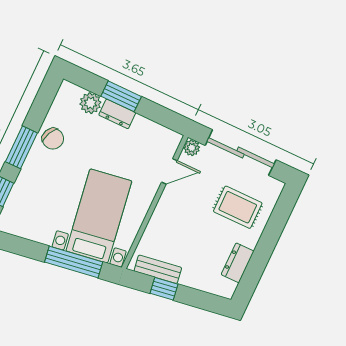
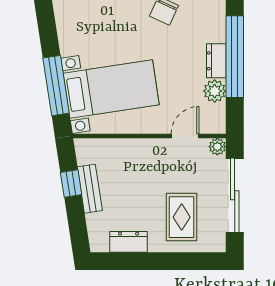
window: (121, 96) -> (235, 57), width x2.11
plant: (90, 103) -> (215, 91), moved
door: (169, 171) -> (185, 136), swing flipped
bench: (158, 269) -> (90, 189), moved

